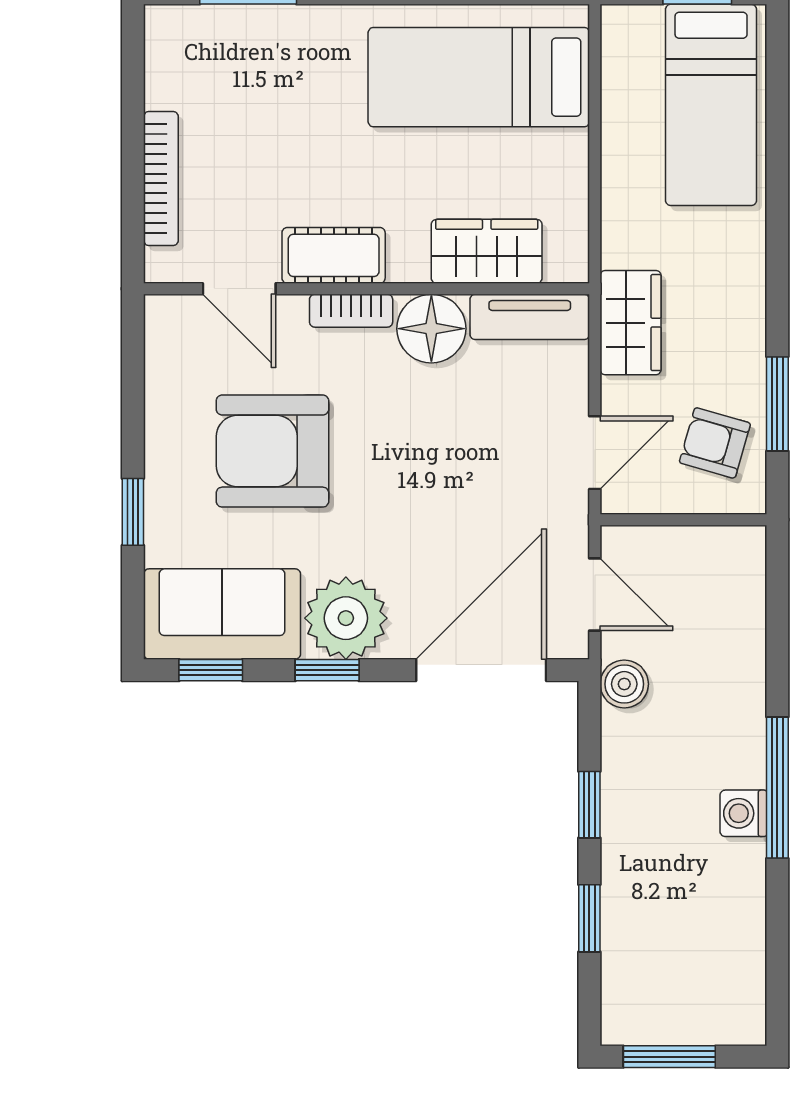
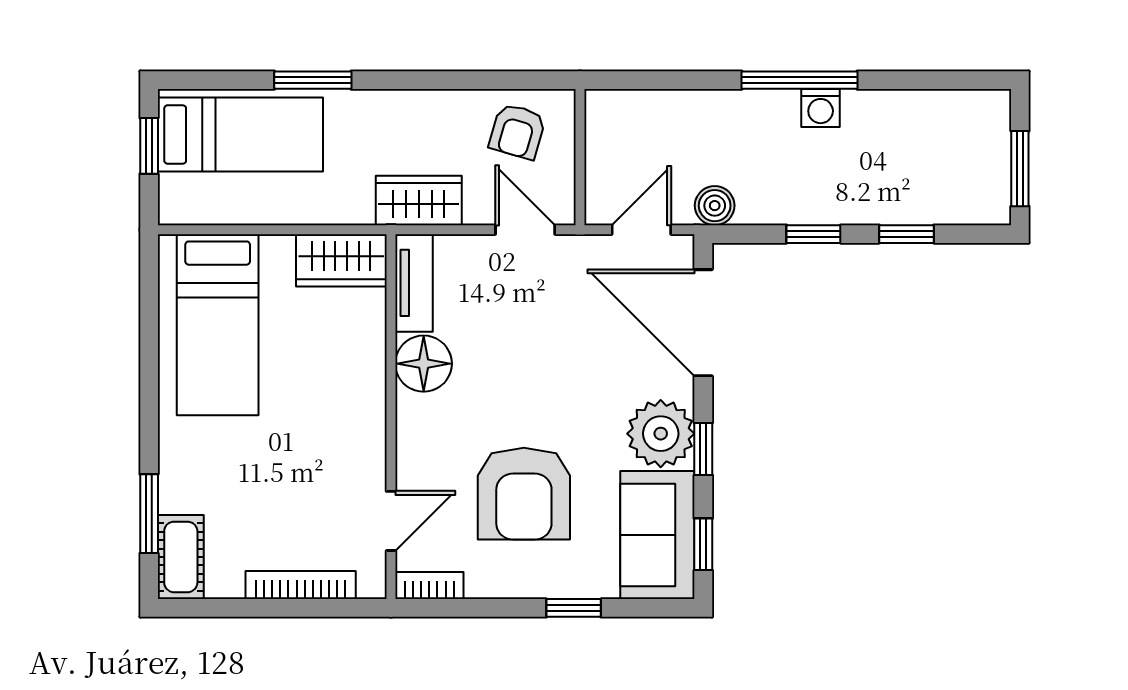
wardrobe: (487, 251) -> (341, 260), moved, turned -90
cot: (334, 255) -> (181, 557), moved
bookcase: (351, 311) -> (429, 586), moved, turned -90
window: (777, 404) -> (313, 80), moved

